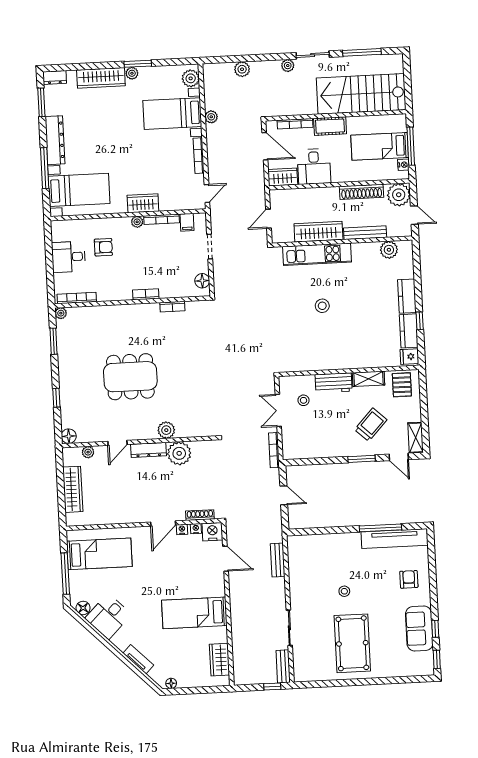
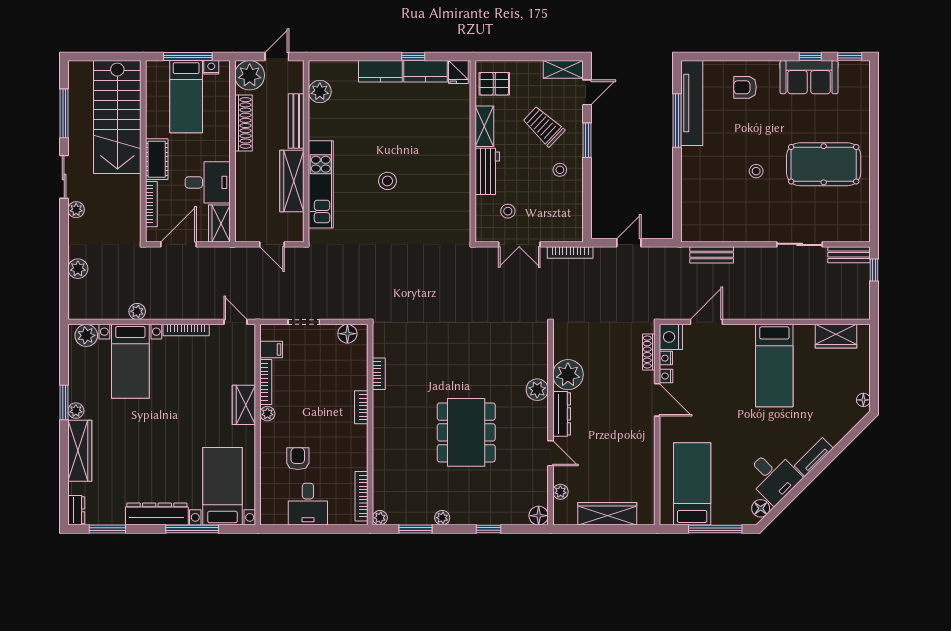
plant: (63, 361) -> (442, 518), added
stool: (338, 439) -> (560, 170), added
tv unit: (138, 659) -> (814, 457), moved

